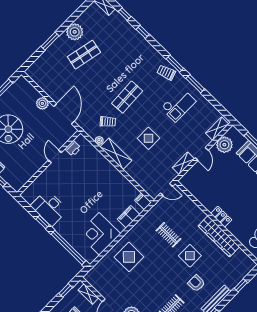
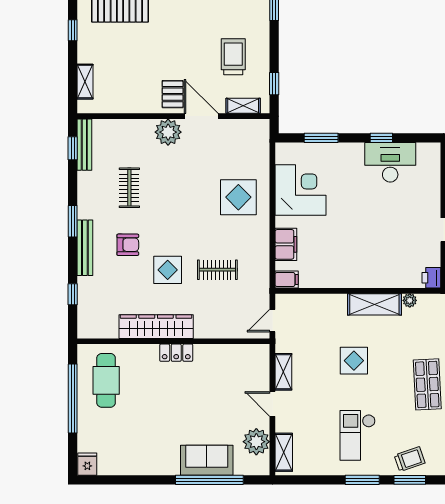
trolley: (108, 122) -> (421, 333), removed
printer: (73, 148) -> (431, 278), moved
window: (68, 247) -> (321, 138), width x0.47

